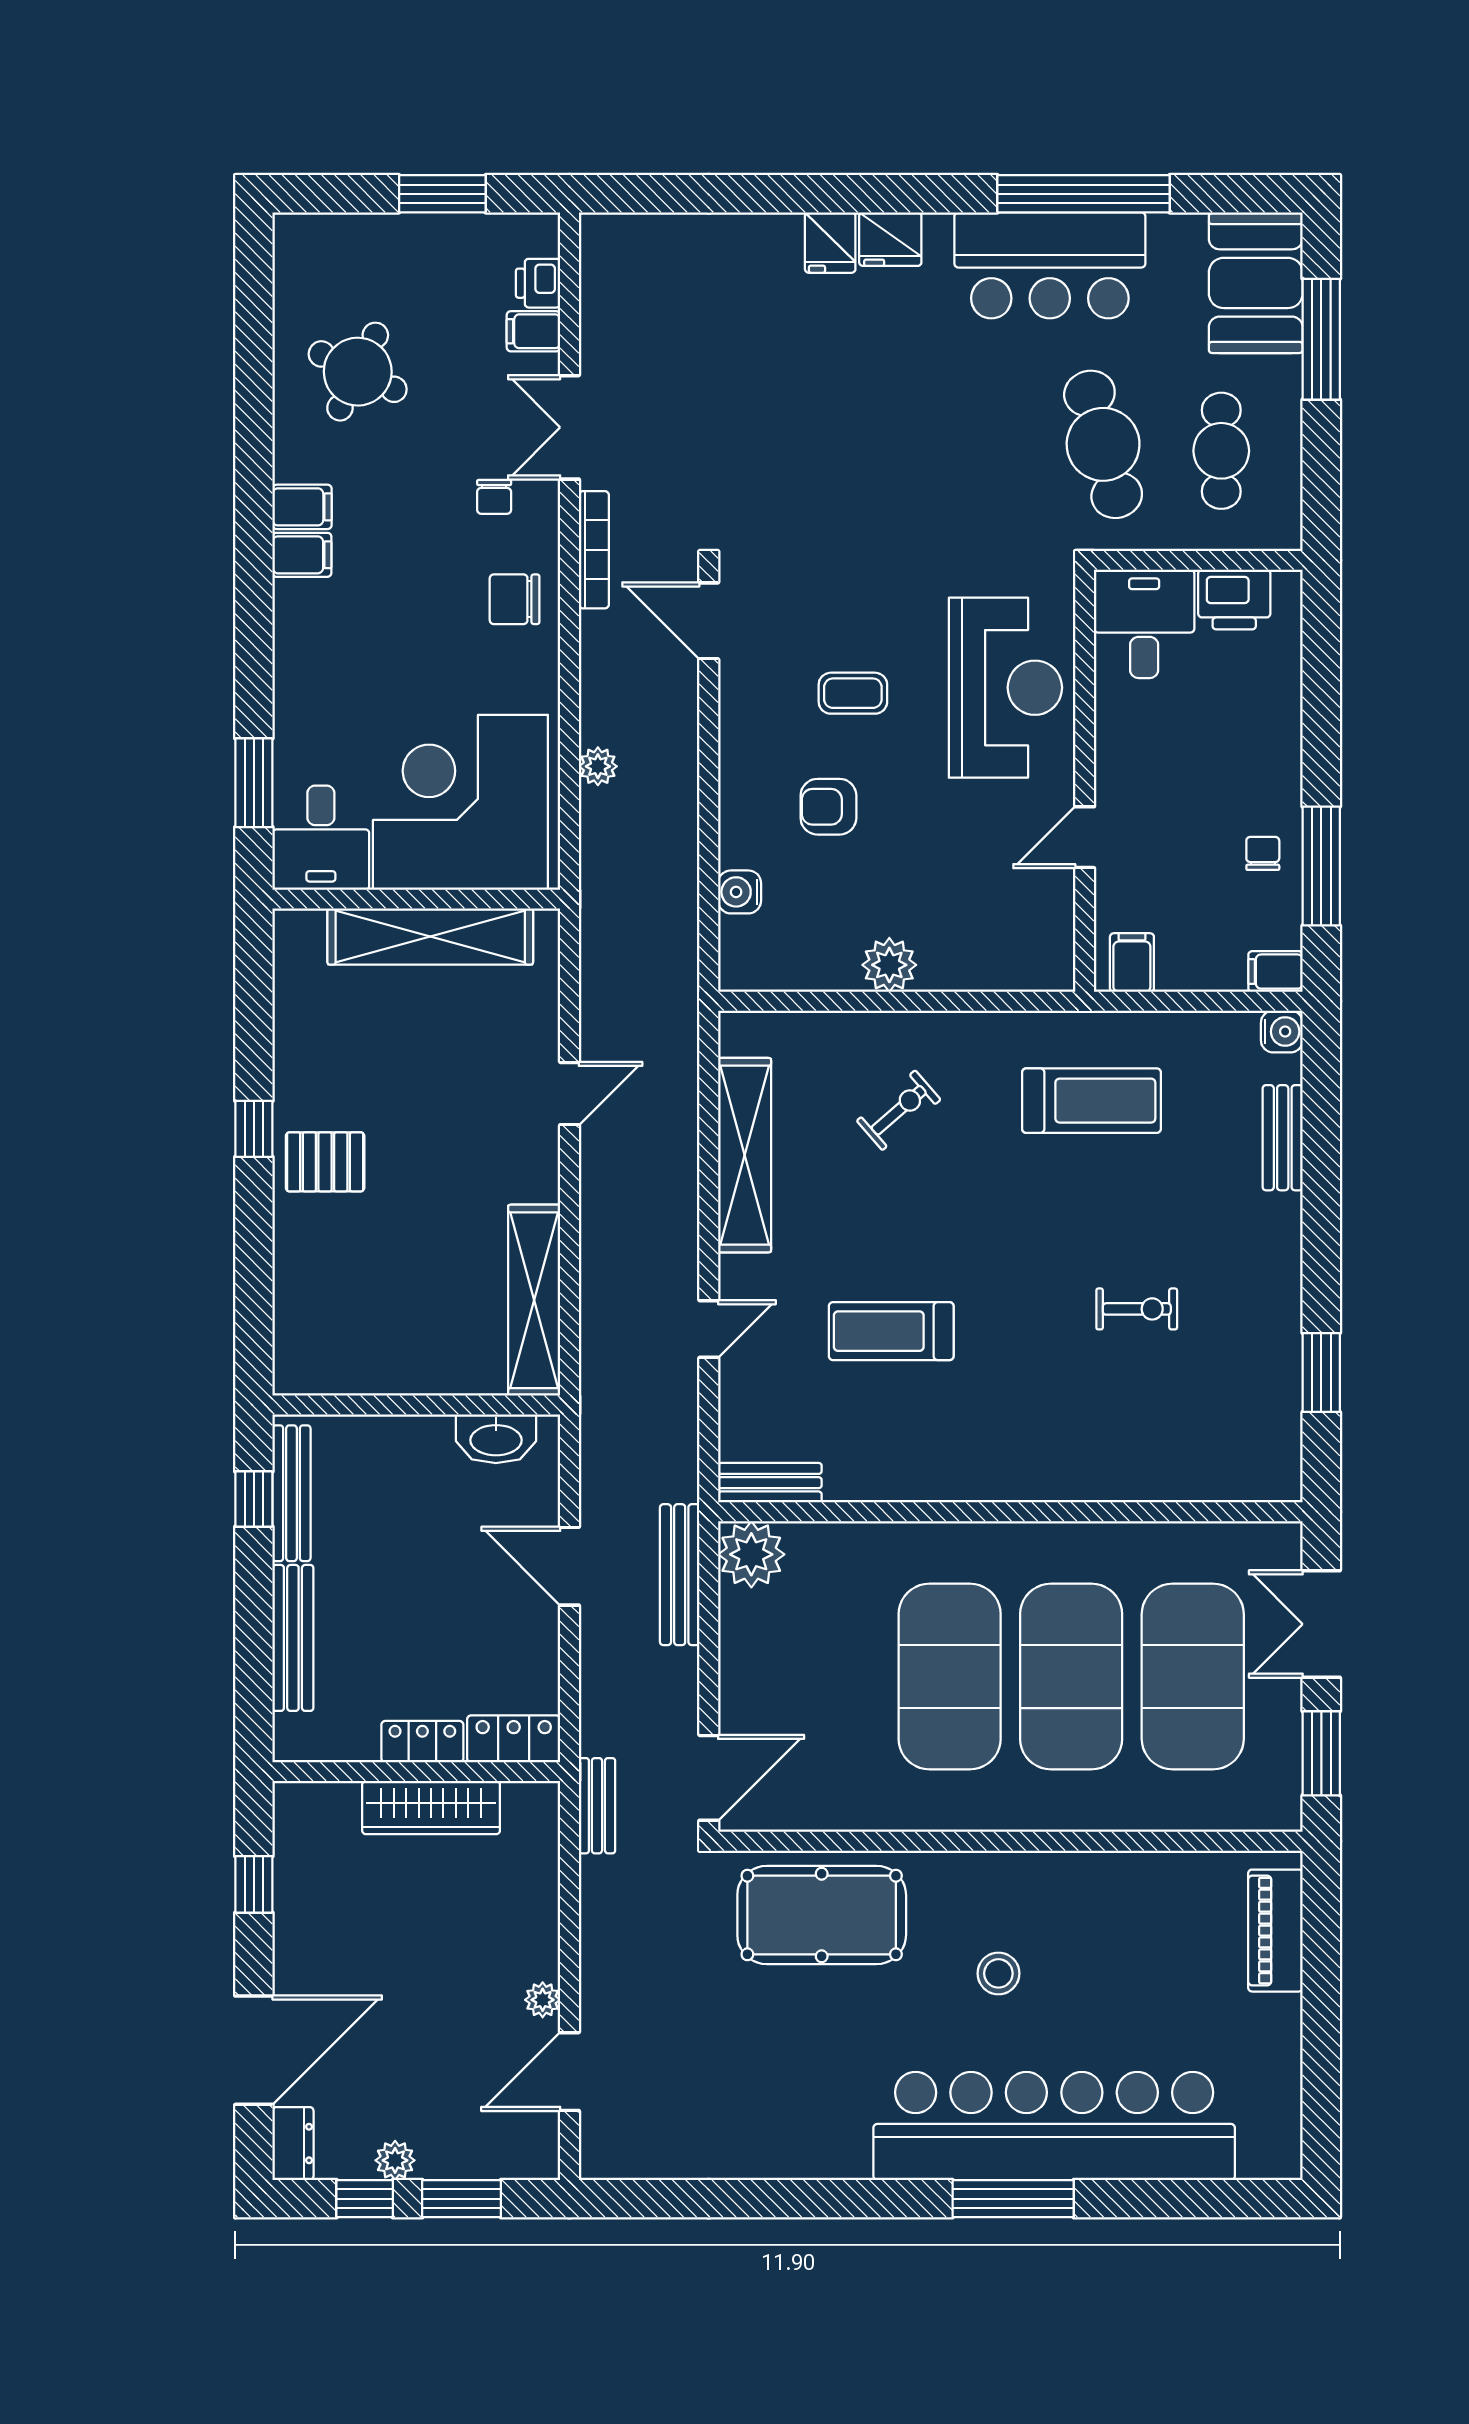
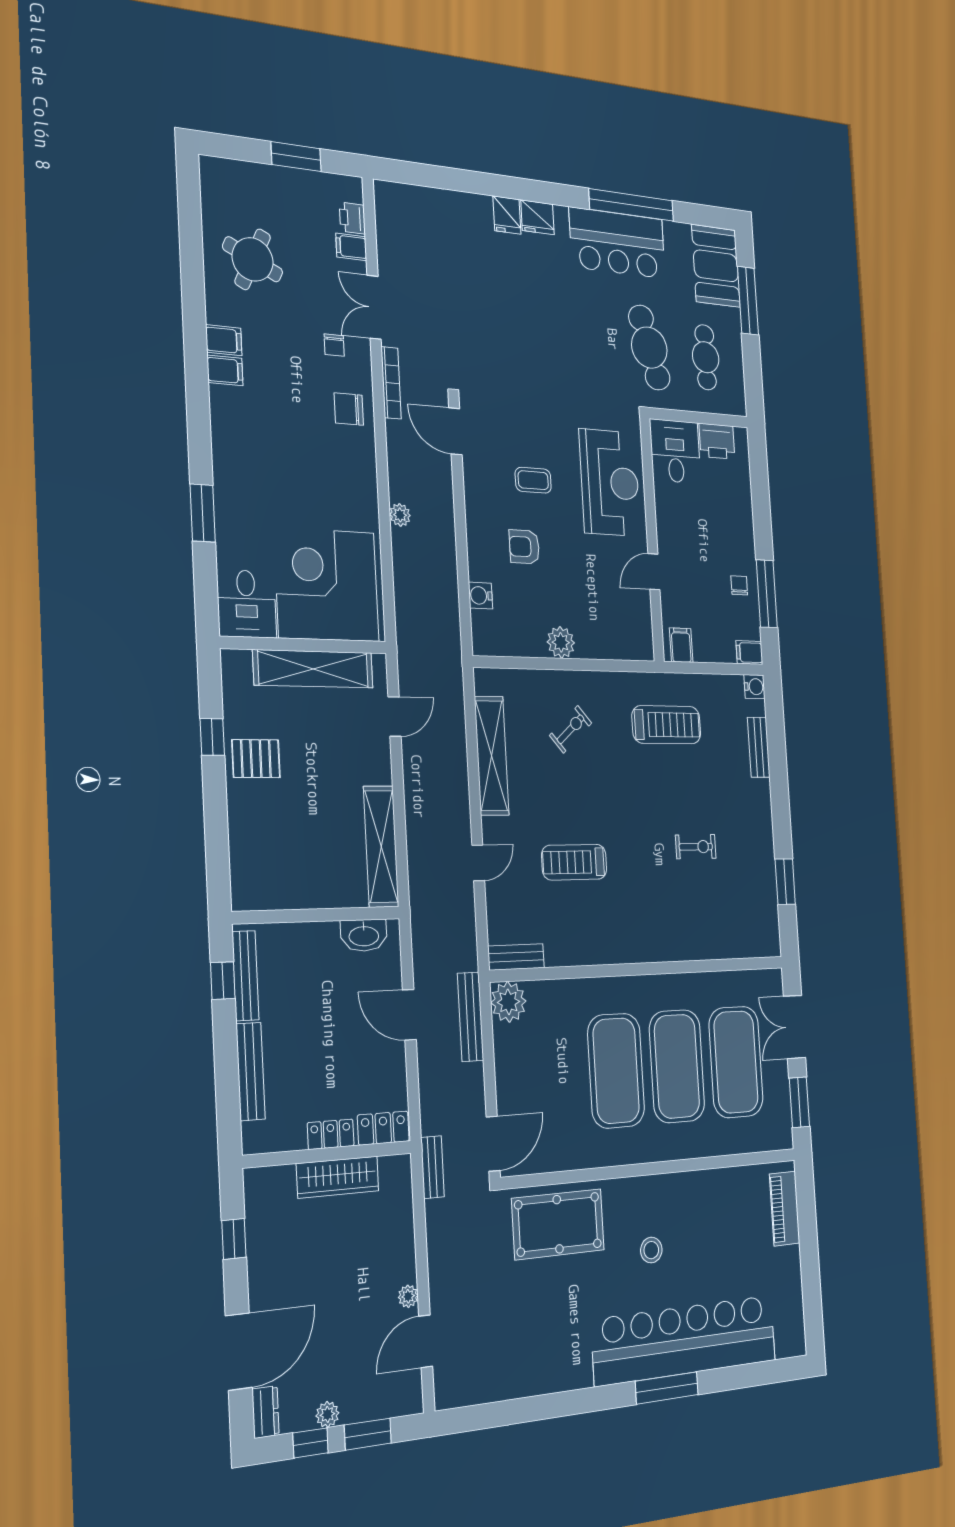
corner desk: (460, 802) -> (327, 585), moved
desk: (321, 838) -> (247, 604), moved
wall: (416, 899) -> (304, 645), moved
shelving: (430, 937) -> (313, 669), moved

